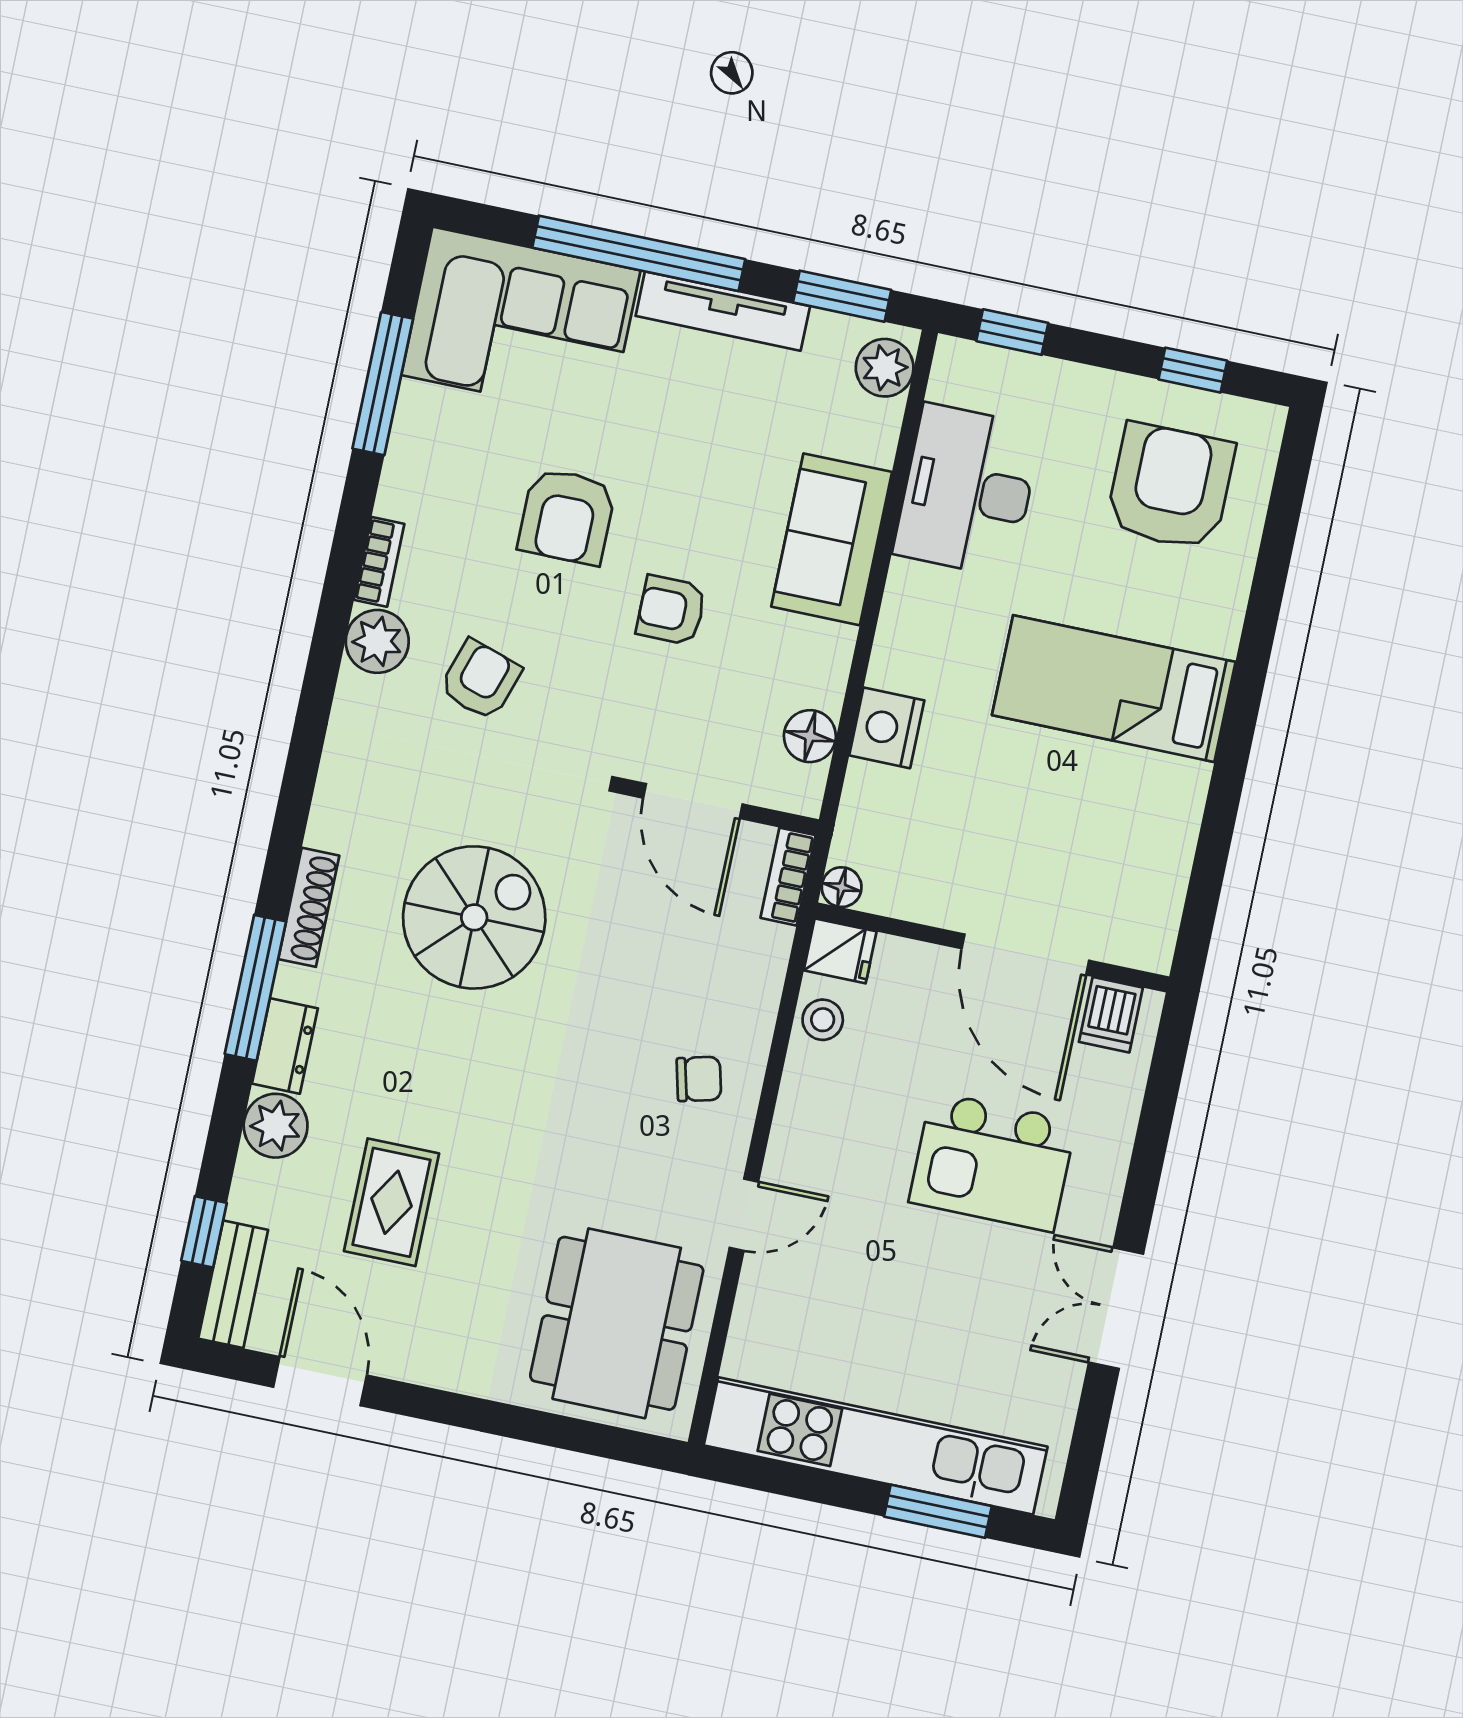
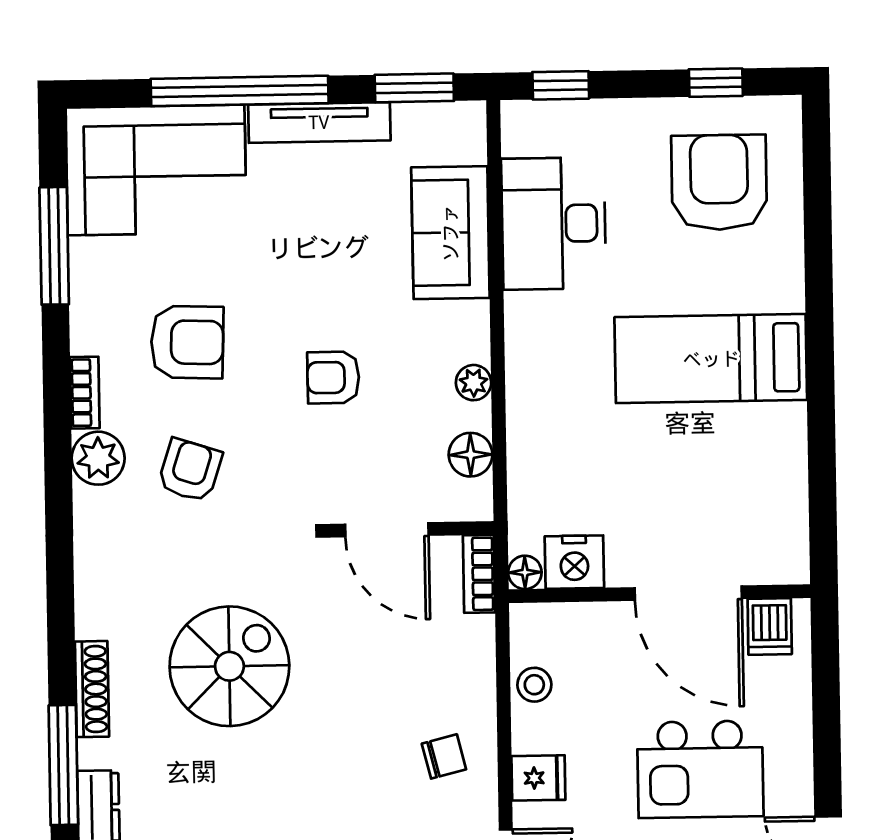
plant: (885, 368) -> (474, 383), moved, width x0.73, depth x0.73
armchair: (567, 516) -> (187, 342), moved, turned -88
sofa: (832, 539) -> (450, 233), moved
nightstand: (887, 728) -> (574, 562), moved, turned -90
fridge: (840, 951) -> (538, 778), moved

